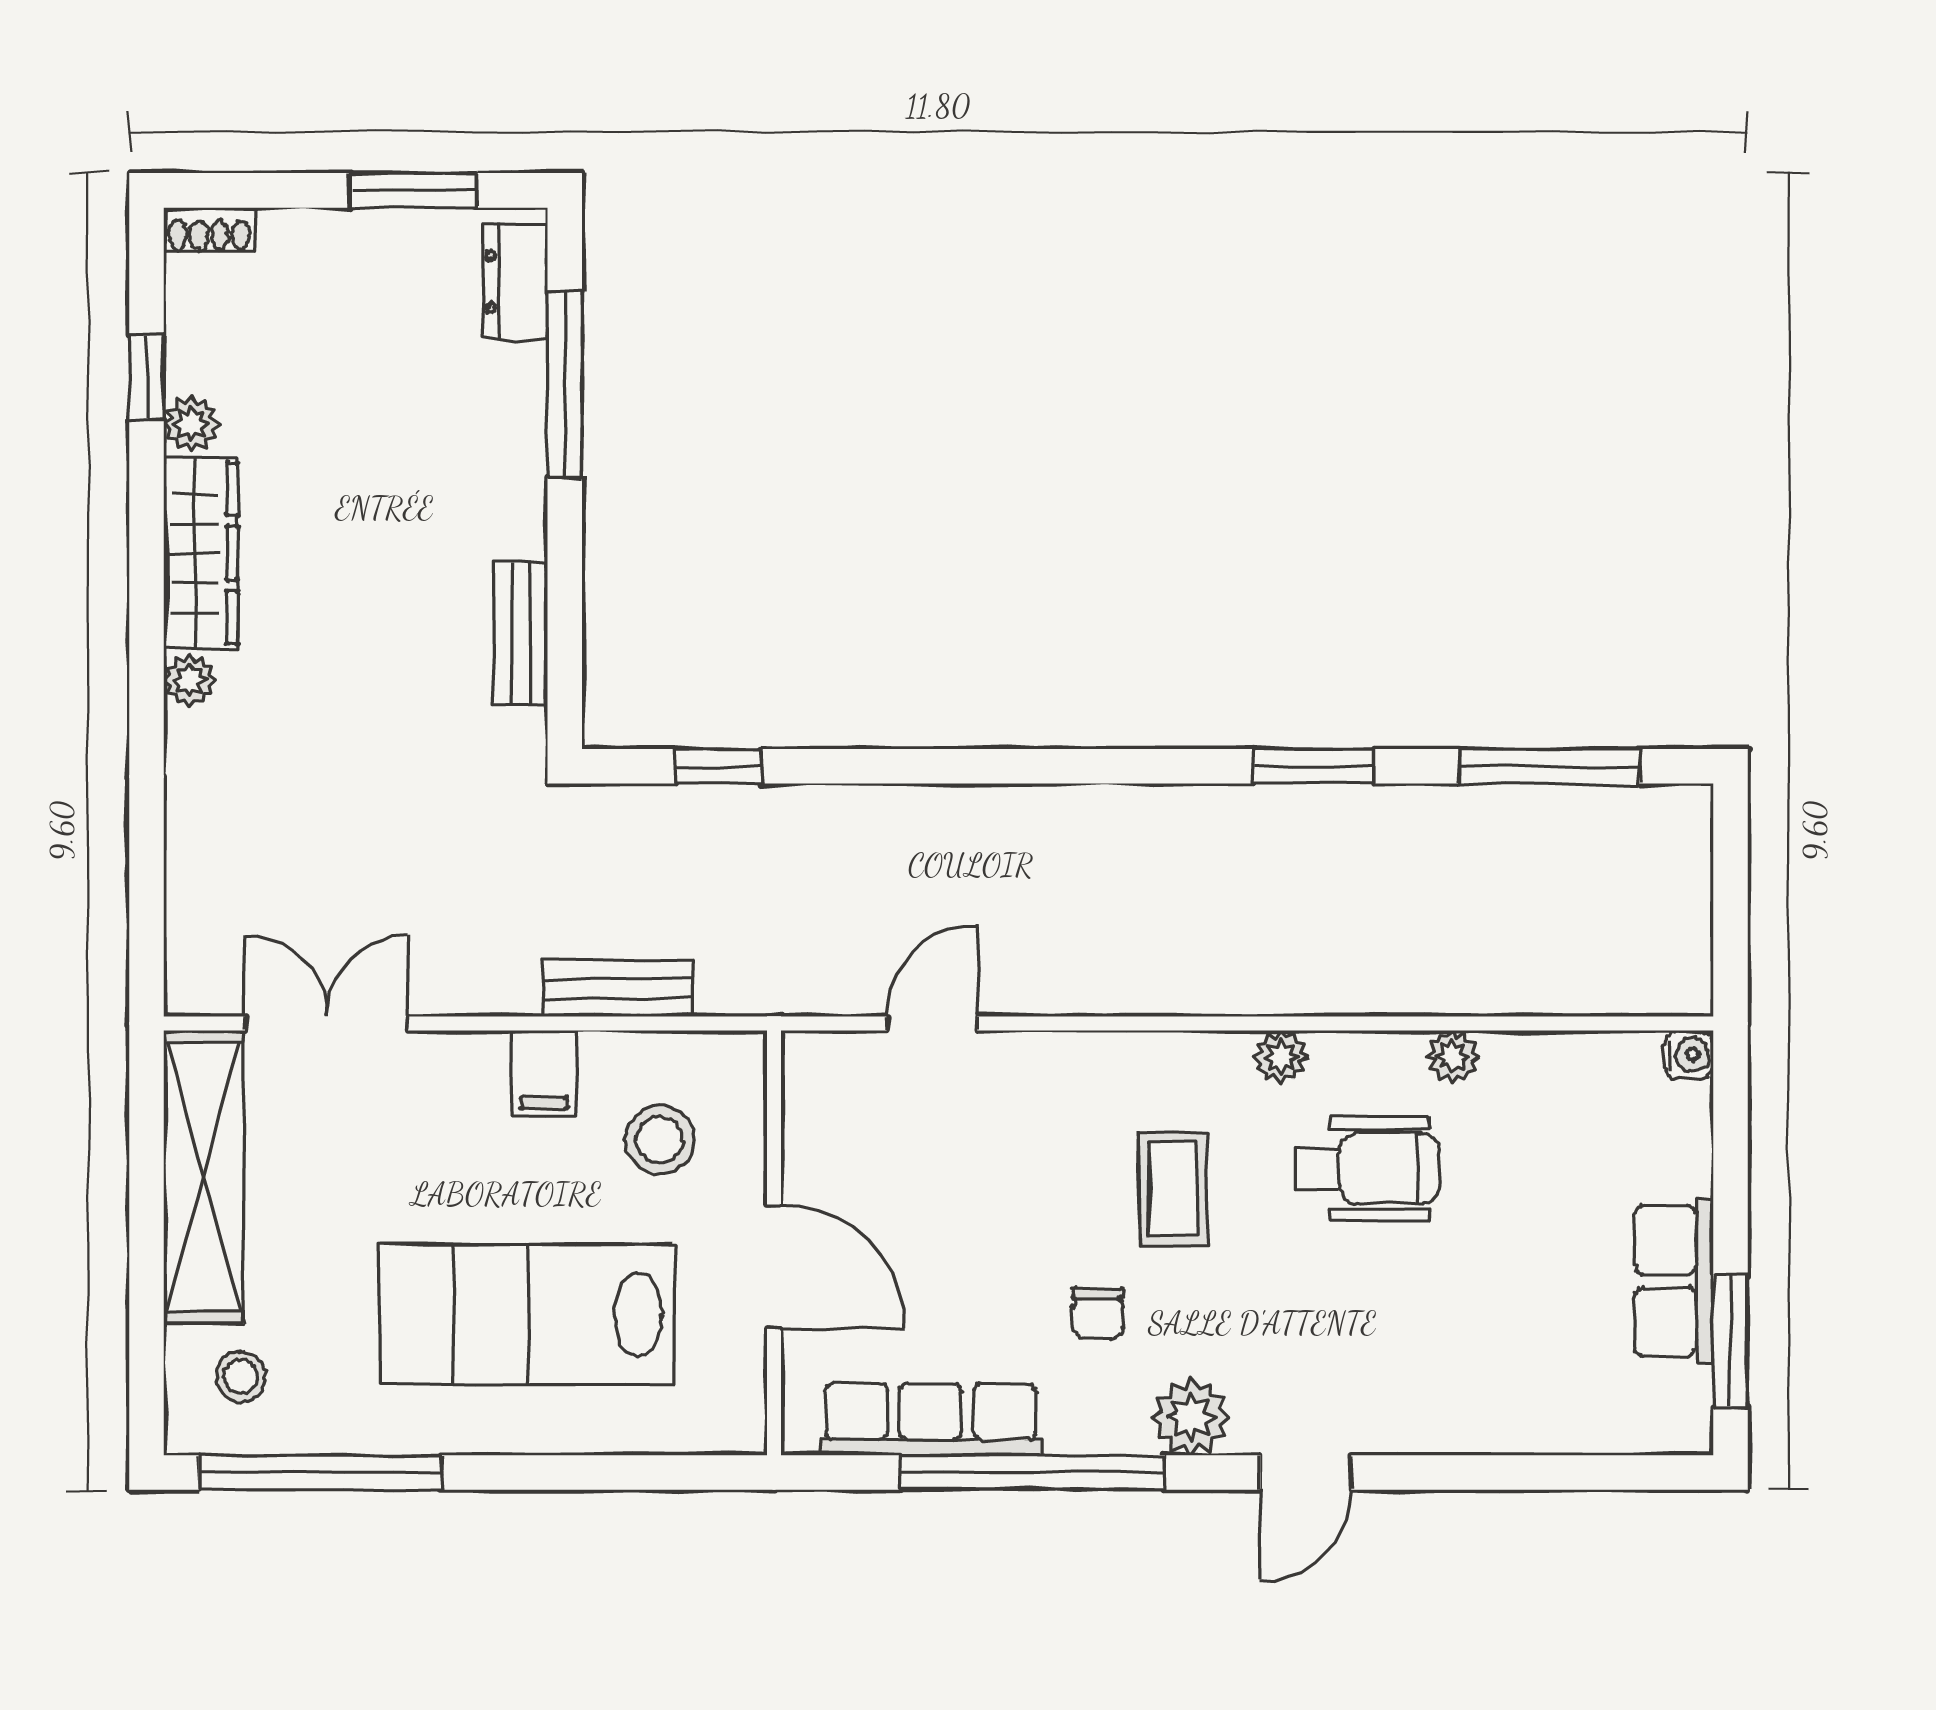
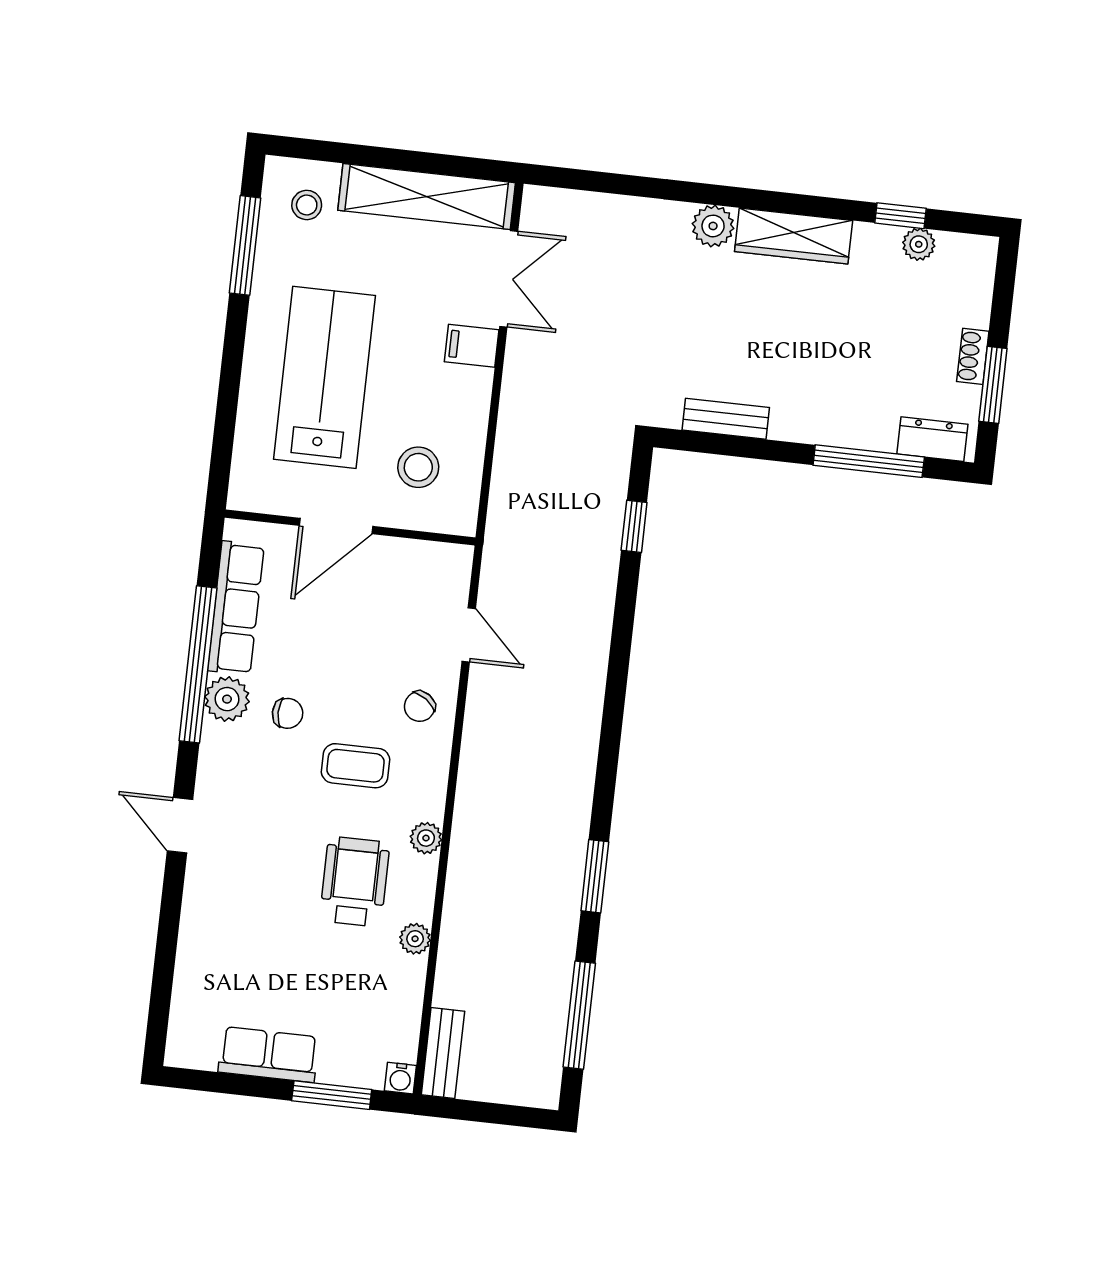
shoe rack: (209, 230) -> (973, 356), moved
plant: (191, 424) -> (919, 244), moved
plant: (190, 681) -> (713, 226), width x1.38, depth x1.38
bench: (618, 988) -> (443, 1053), moved
filing cabinet: (544, 1073) -> (472, 346), moved
chair: (1061, 1092) -> (420, 706), added
wheelchair: (1368, 1169) -> (355, 882), turned 180
chair: (1098, 1313) -> (288, 713), turned 180
window: (1730, 1341) -> (332, 1095), moved
plant: (1191, 1417) -> (227, 699), moved
window: (320, 1473) -> (245, 245), width x0.68

